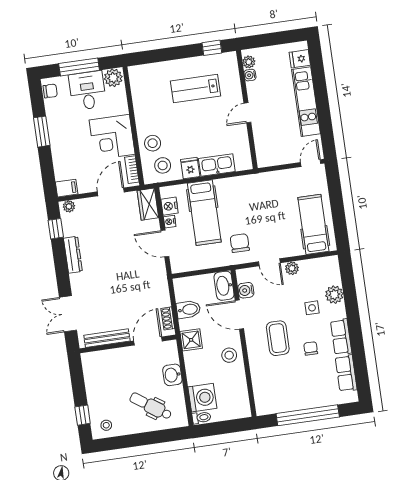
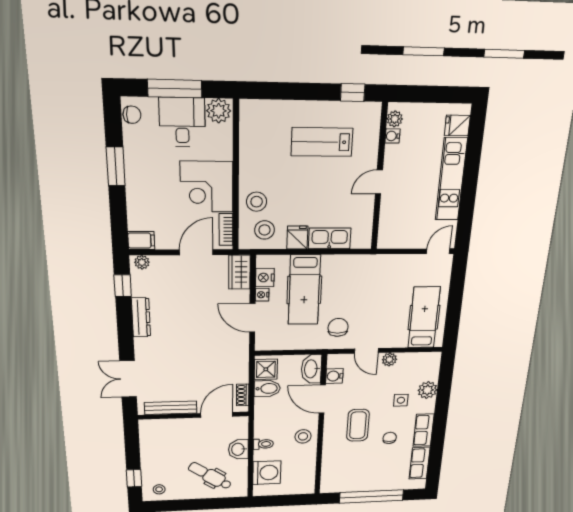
shower: (191, 340) -> (266, 369), moved
toilet: (201, 418) -> (263, 444), moved

